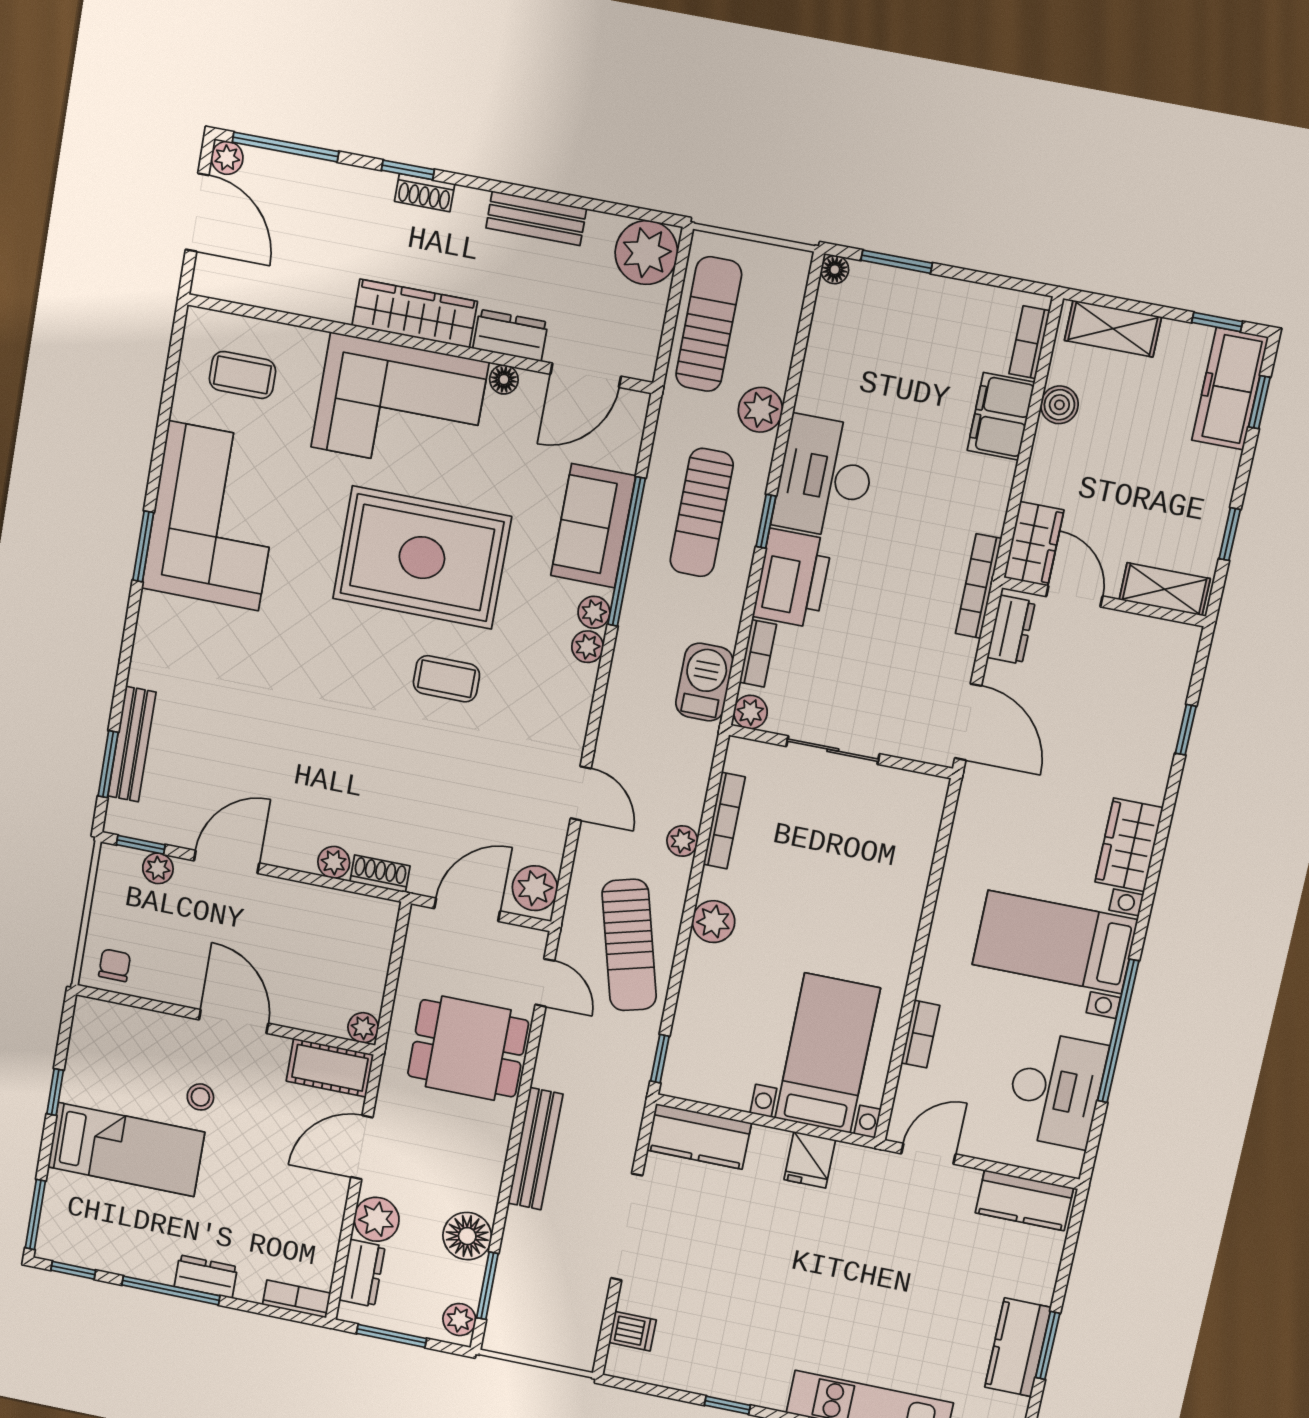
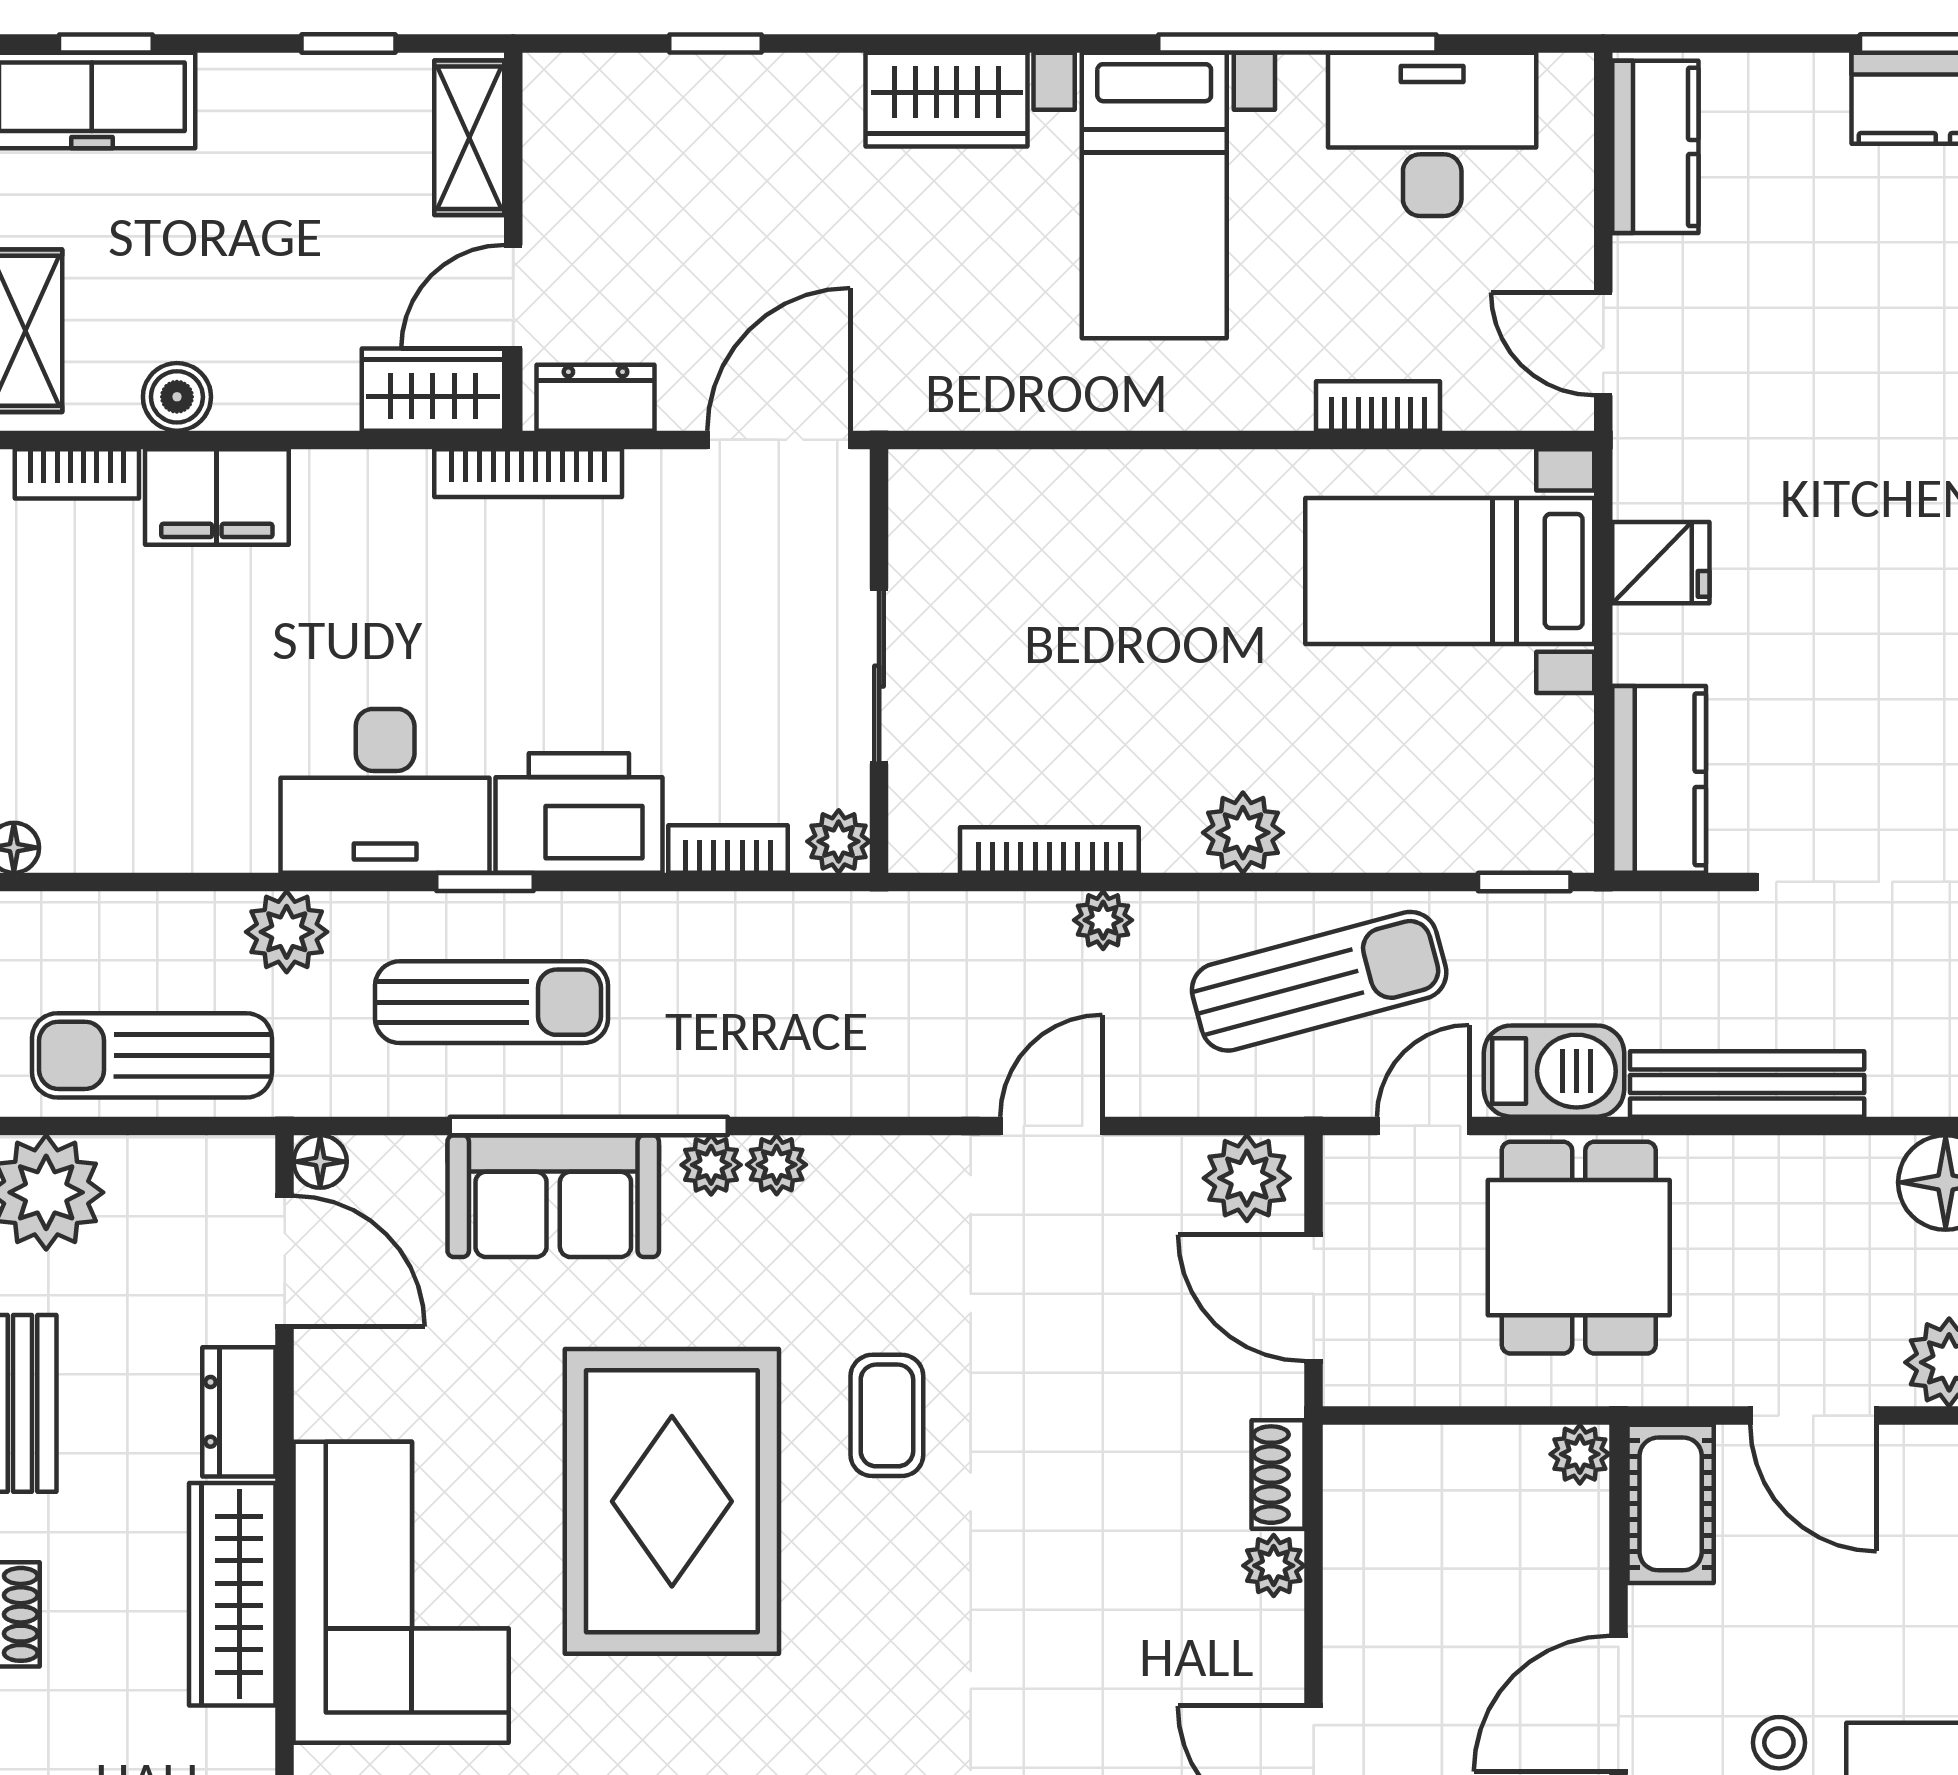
floor lamp: (504, 380) -> (320, 1162), moved
barbecue: (704, 682) -> (1554, 1071), moved, turned 180

